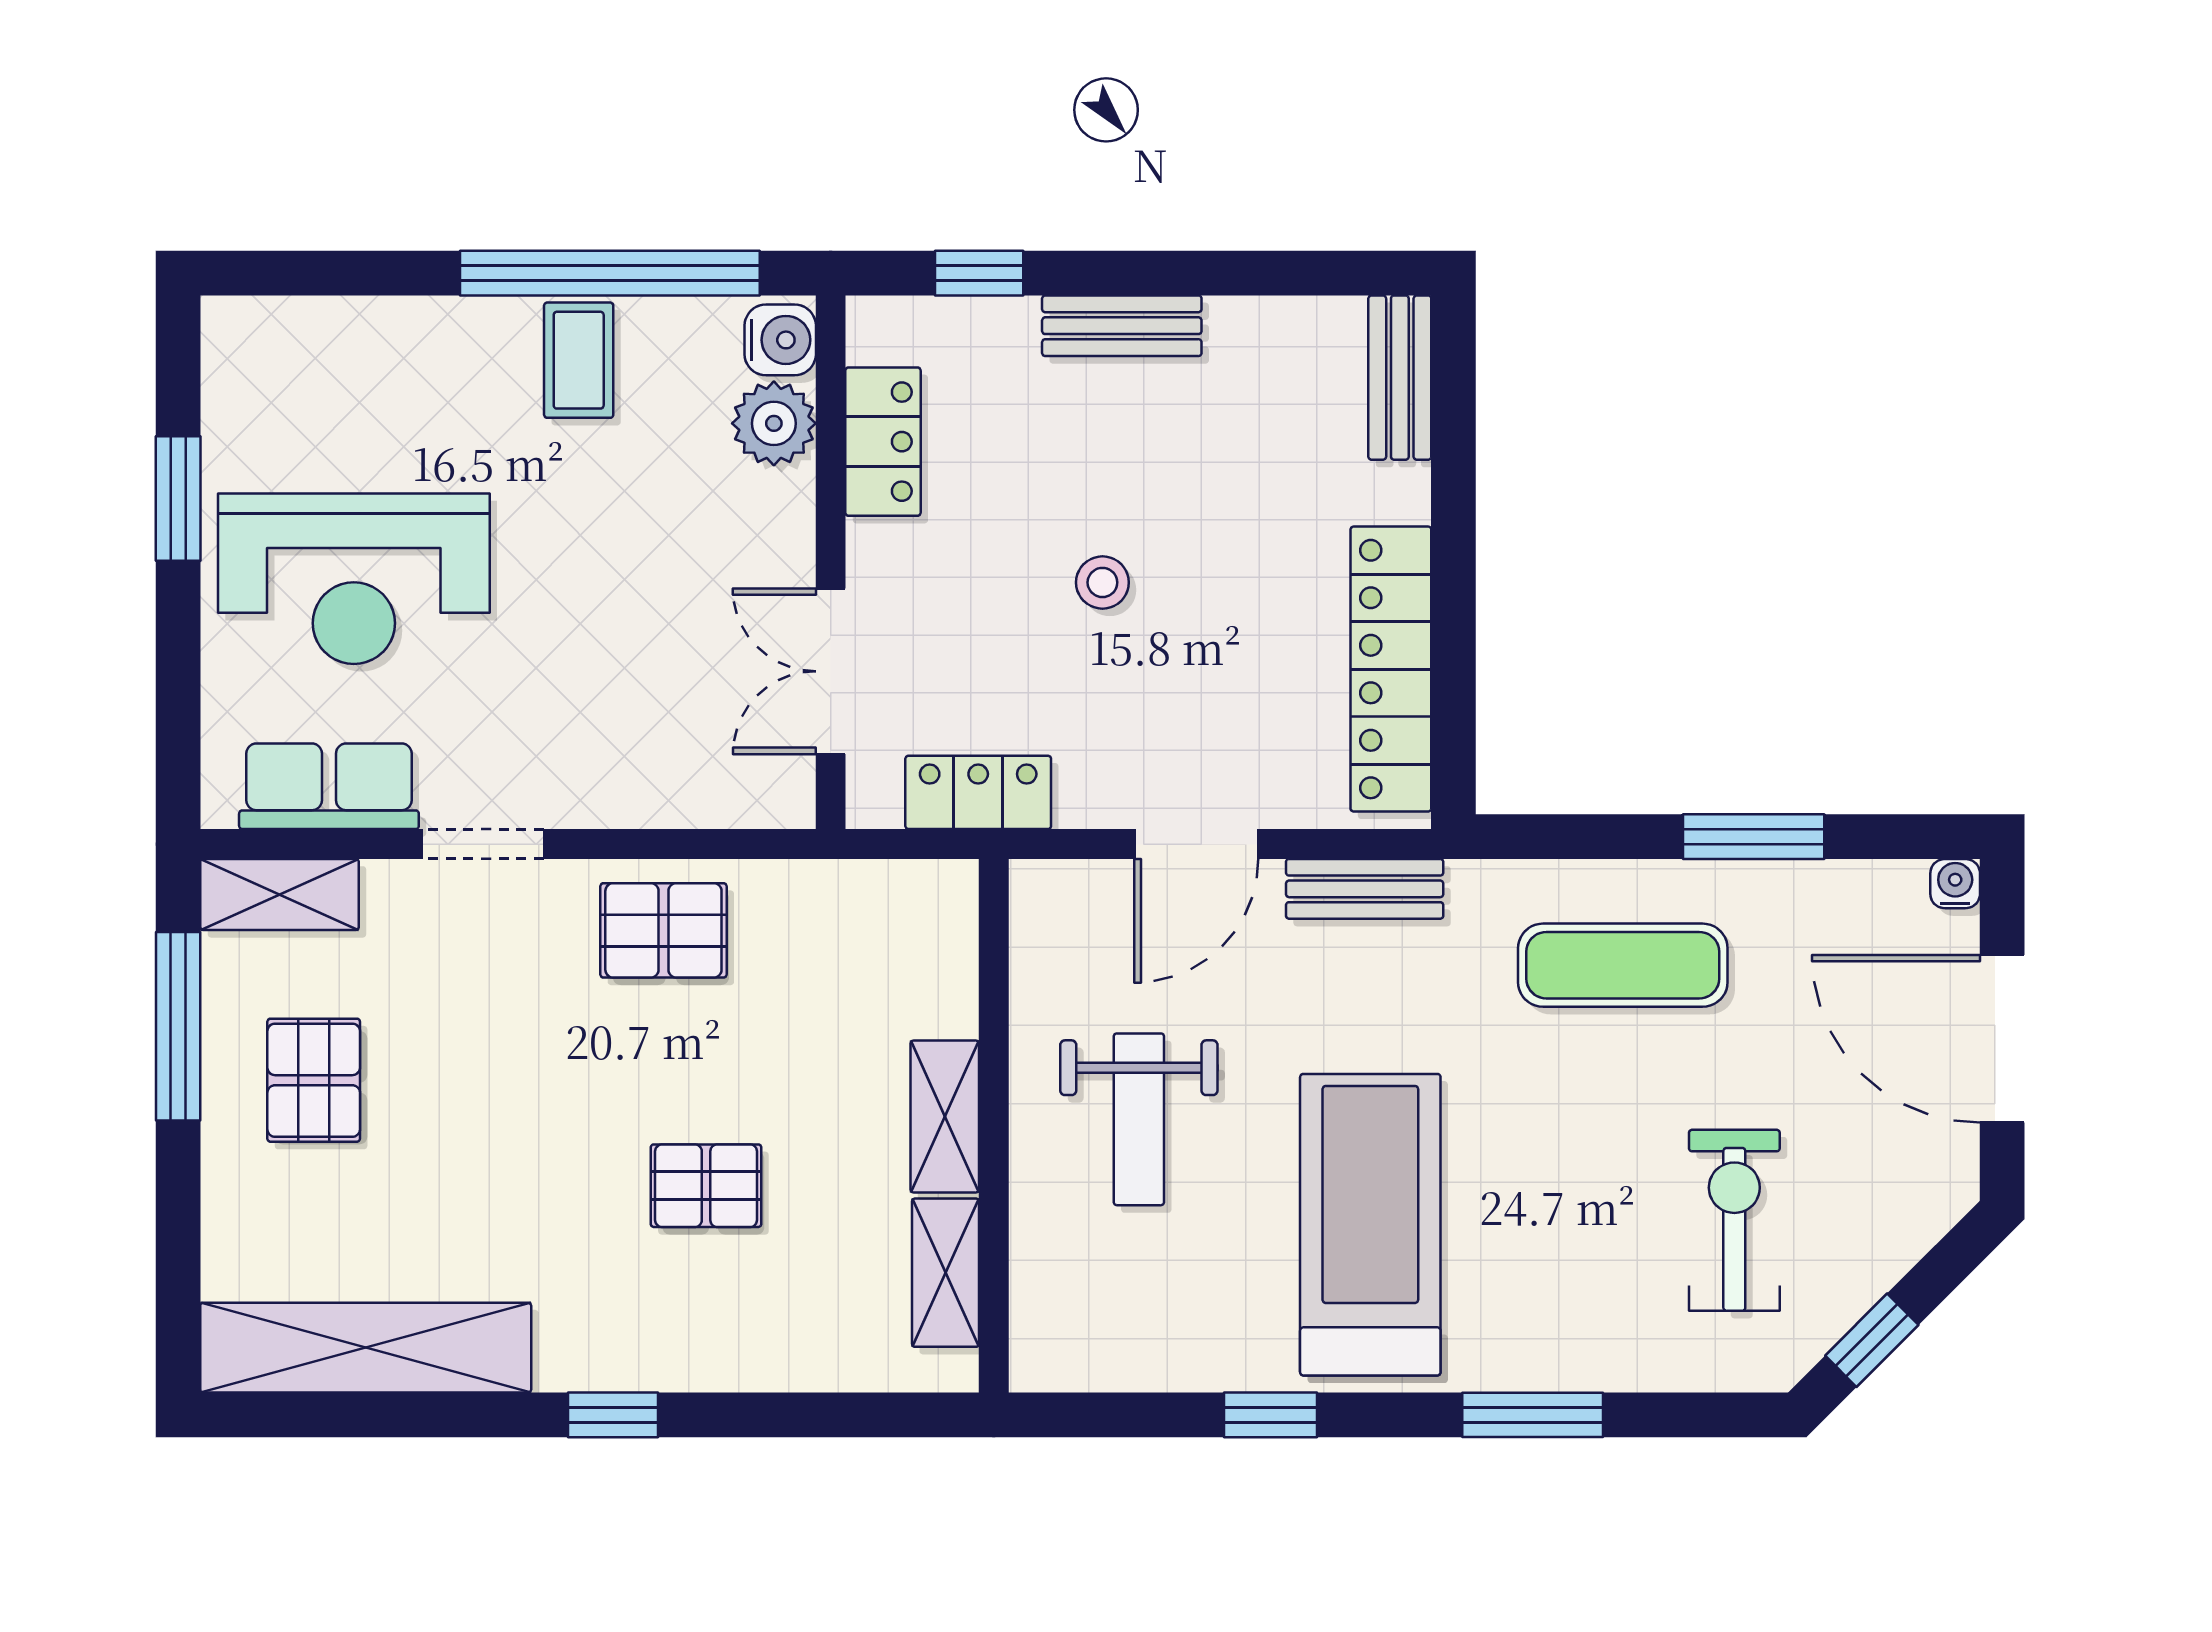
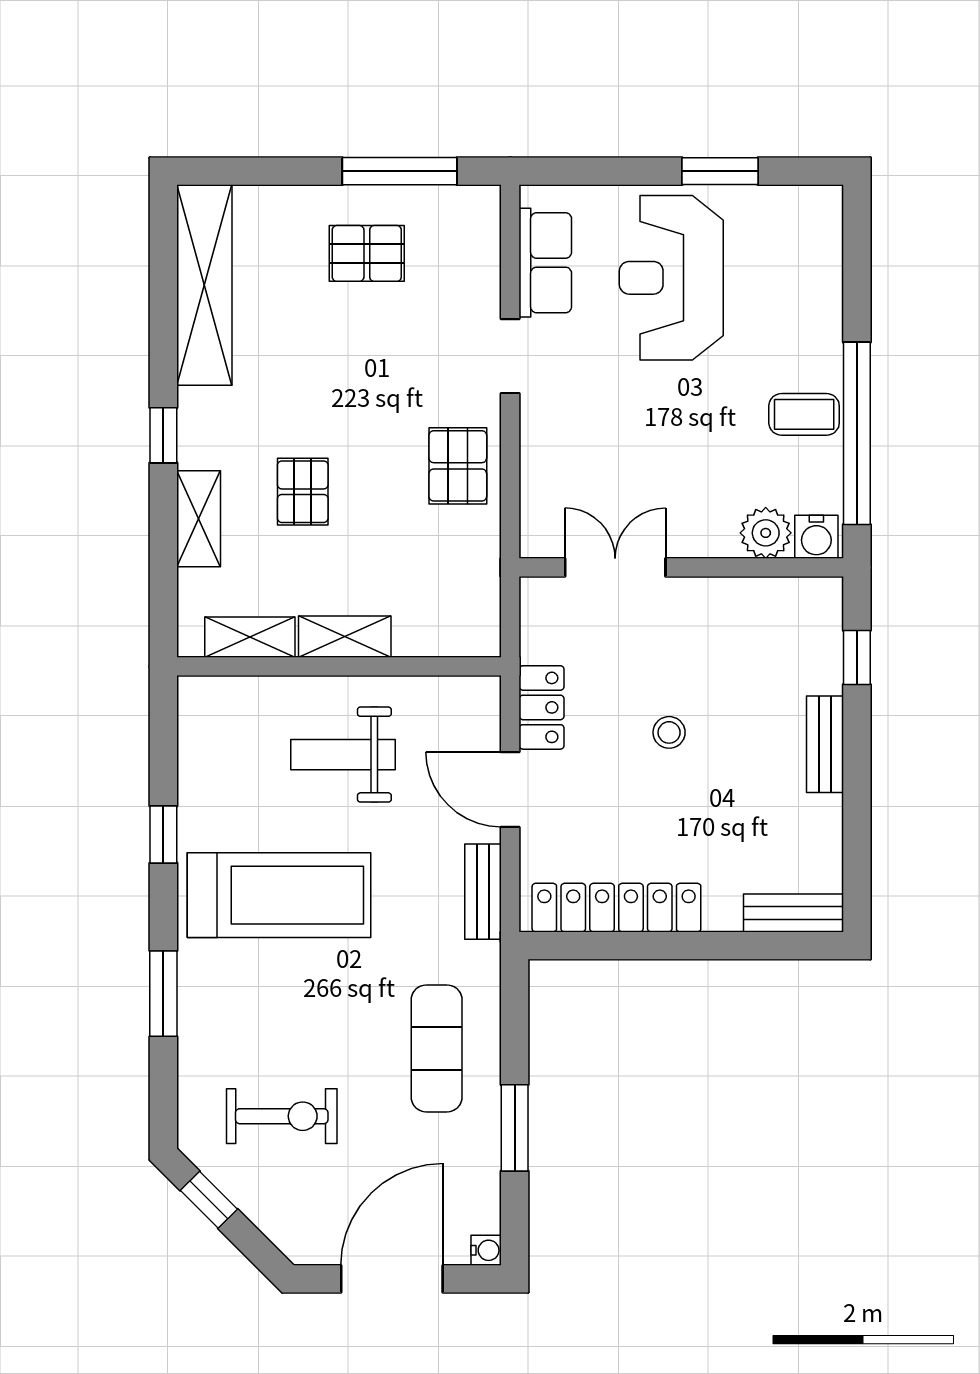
locker: (883, 442) -> (755, 599), removed
locker: (978, 792) -> (542, 707), moved
shelving: (280, 894) -> (199, 519), moved

